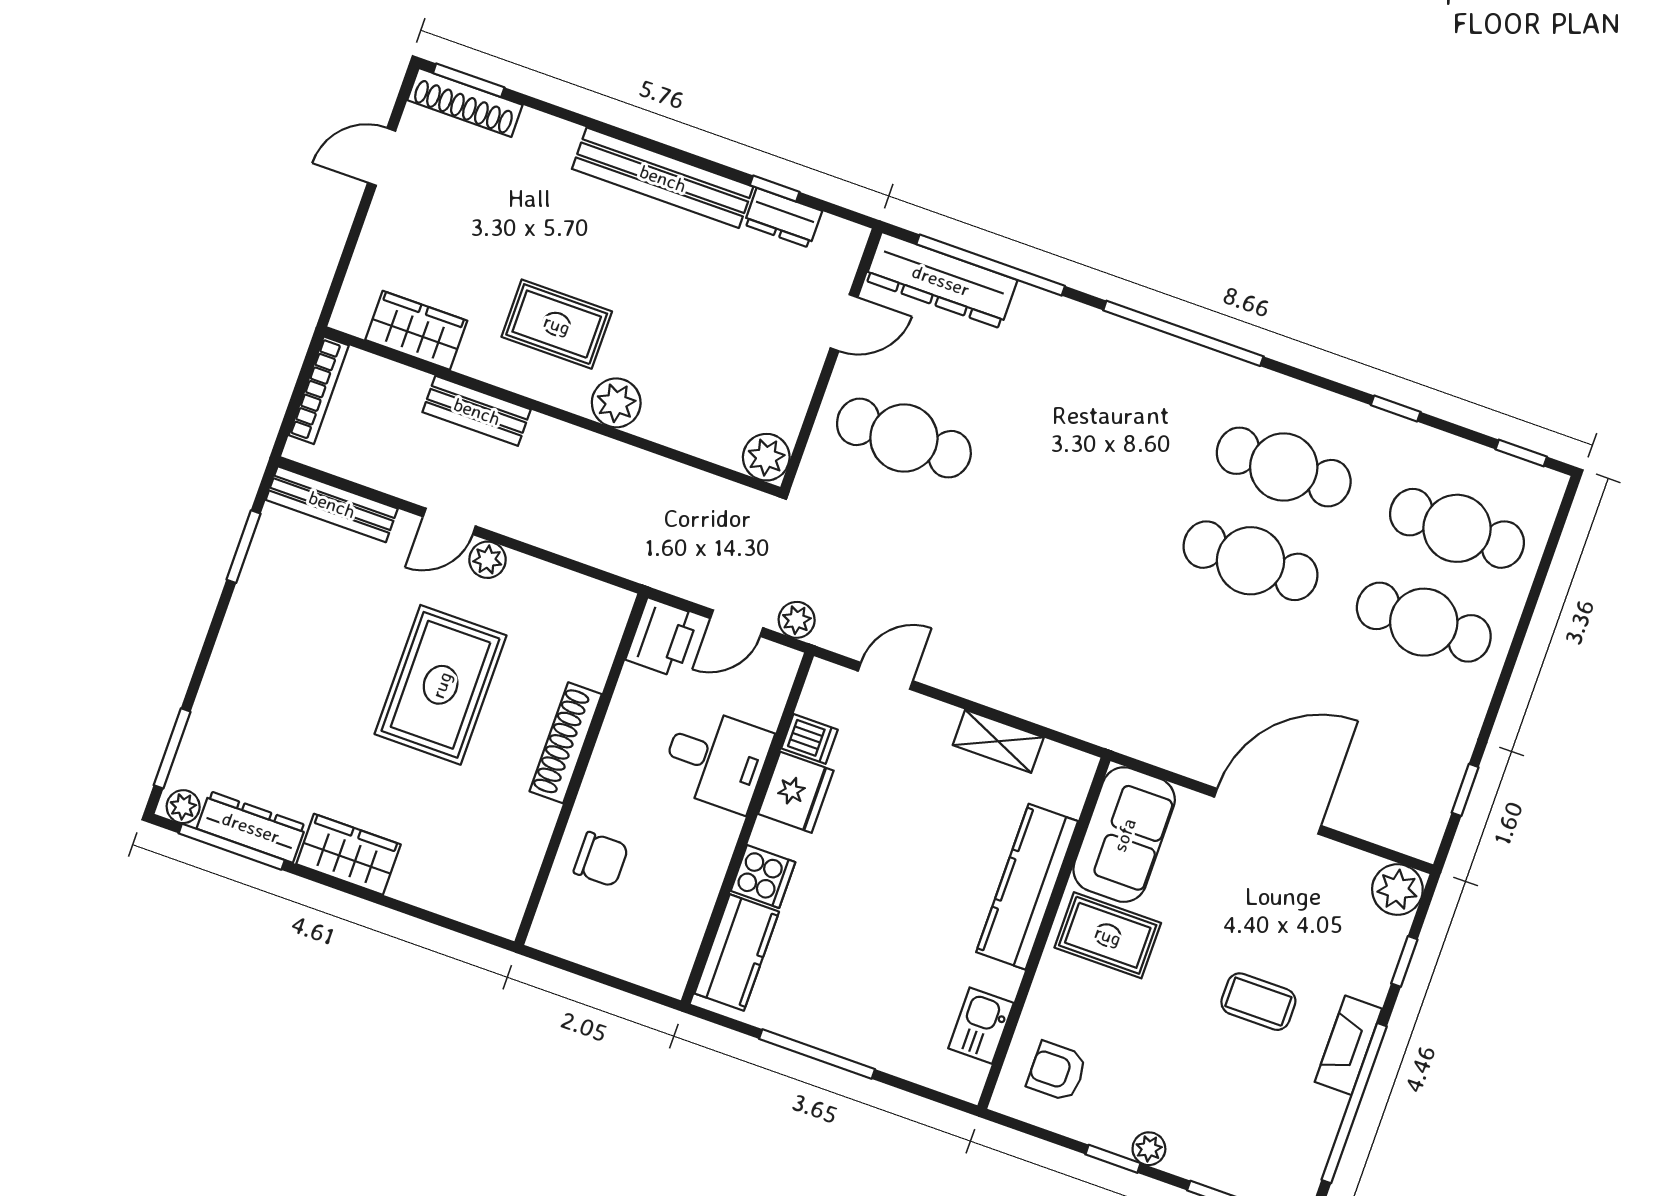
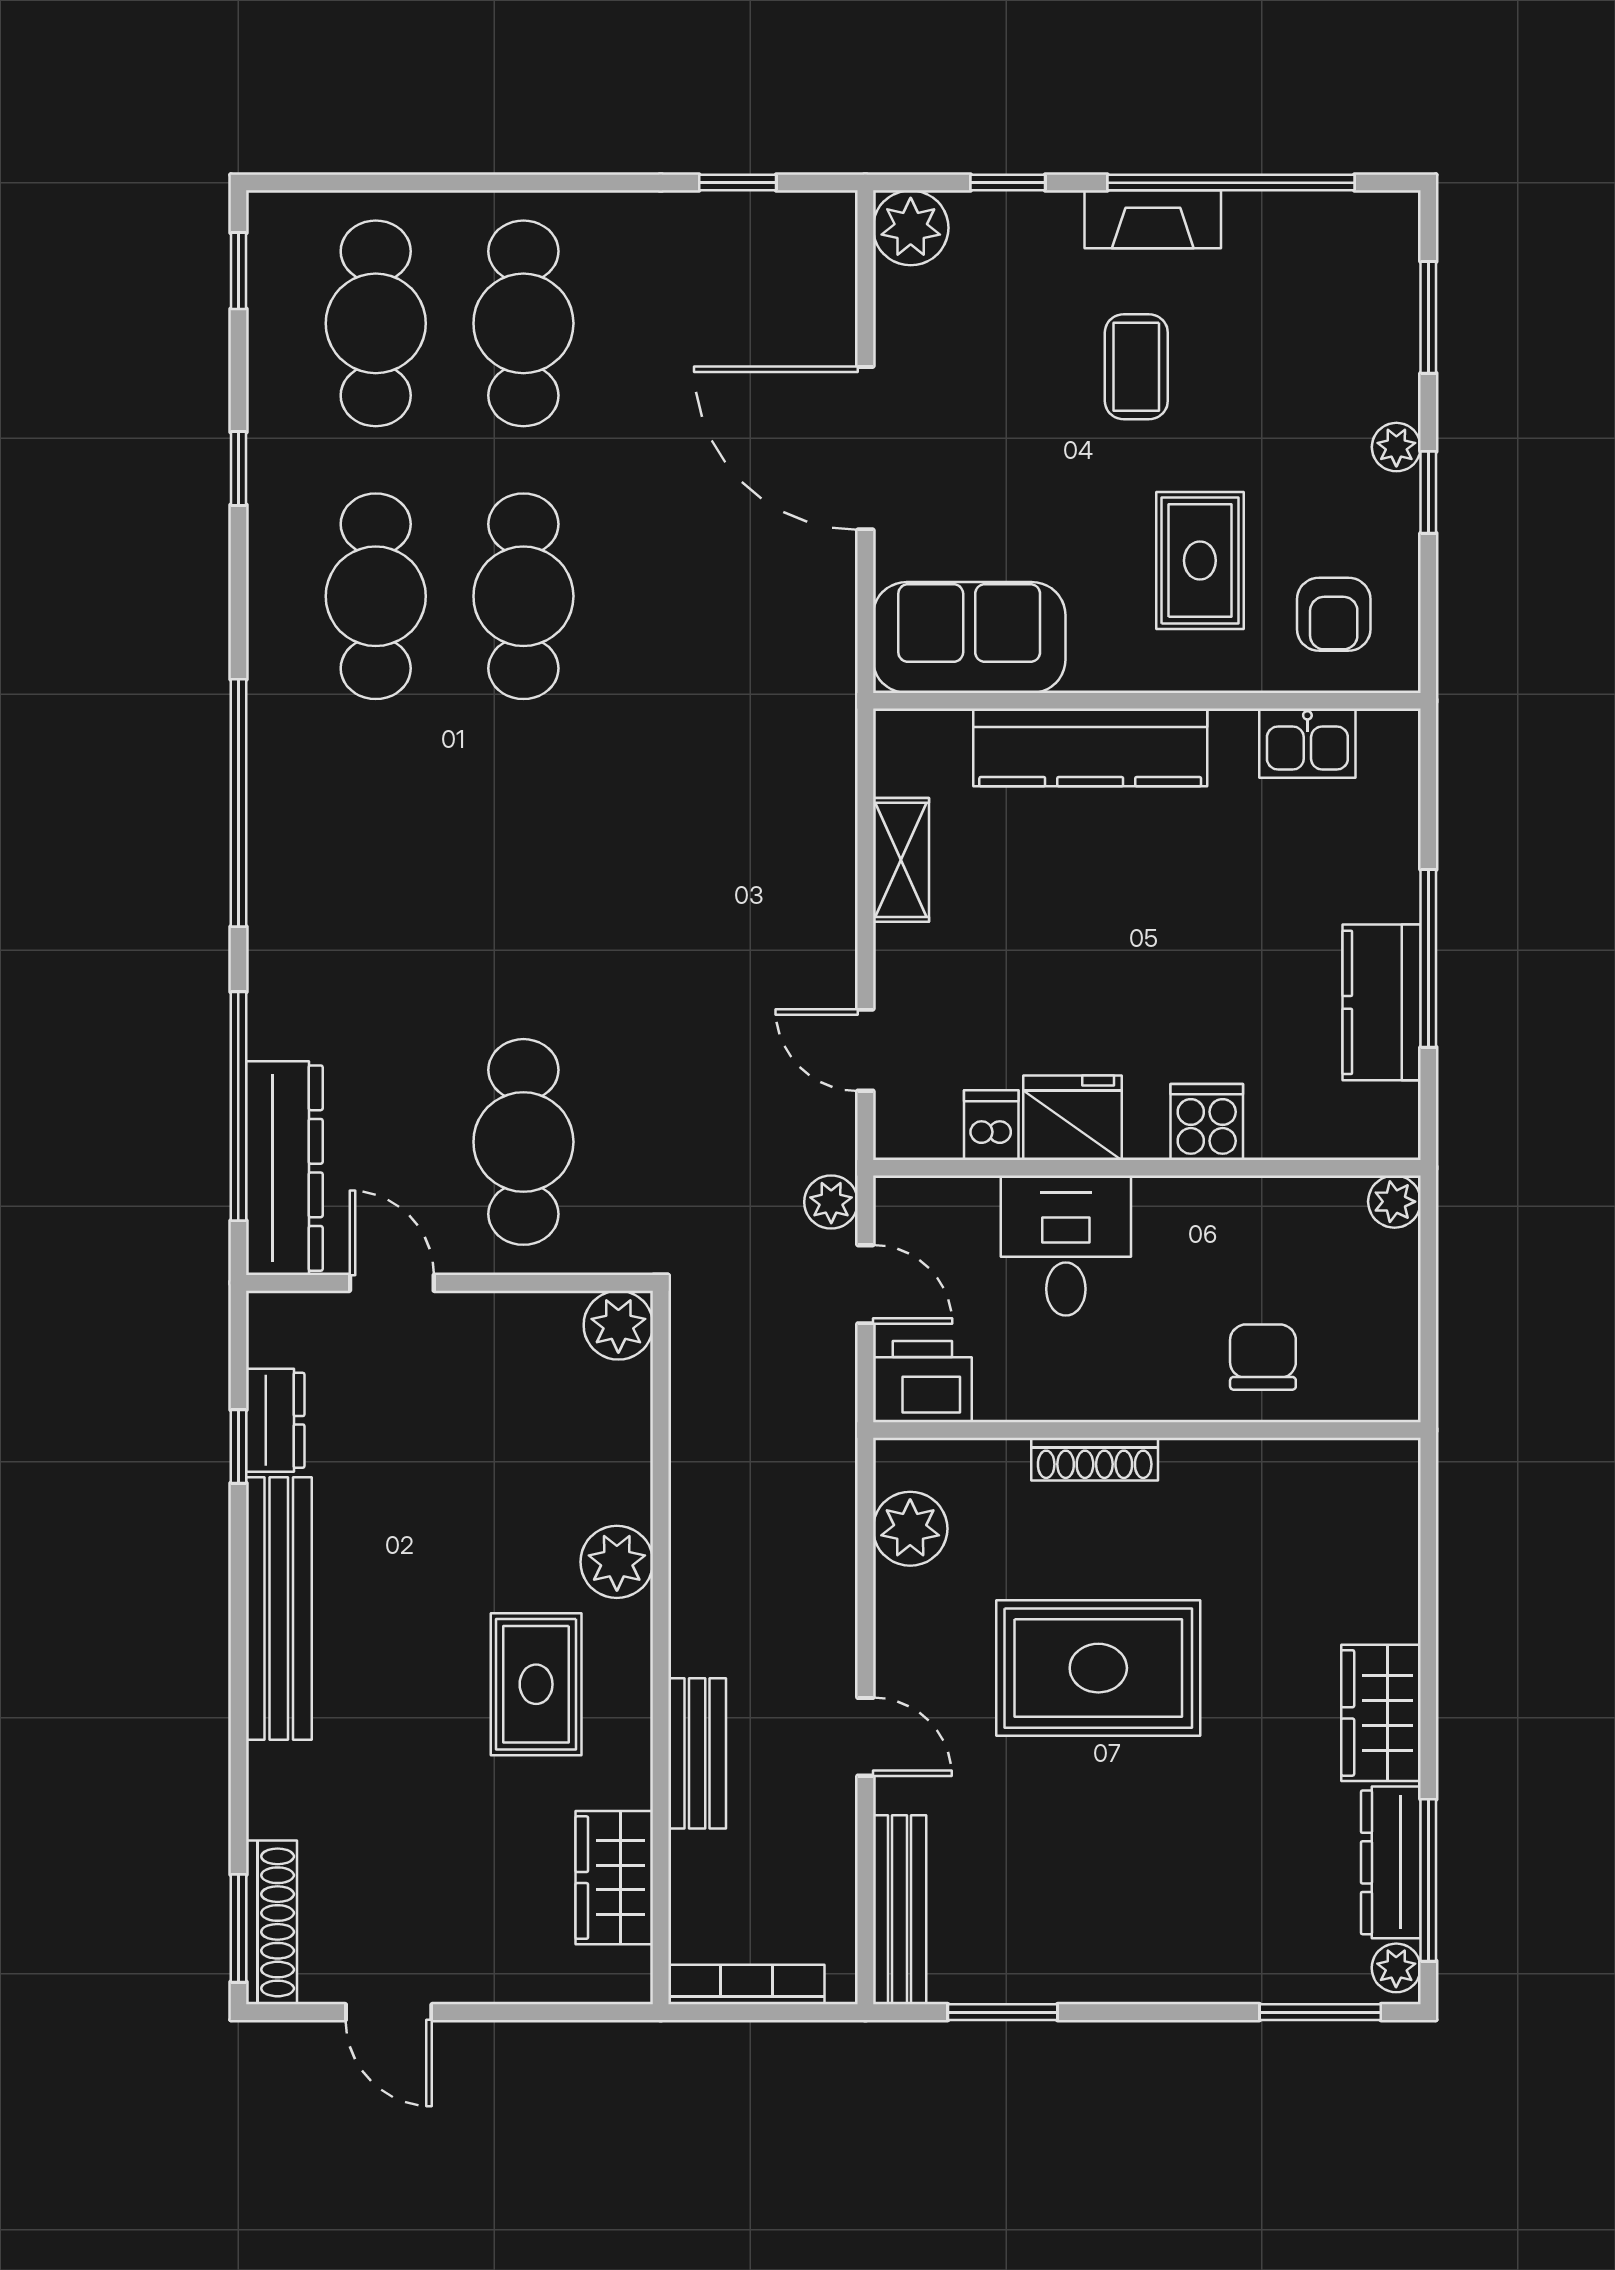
plant: (488, 560) -> (910, 1529), moved, width x1.38, depth x1.38
shoe rack: (566, 743) -> (1095, 1459), width x0.74, depth x0.81
rug: (1108, 935) -> (1200, 561), moved
kitchen counter: (737, 952) -> (1382, 1002), moved, turned -90
plant: (670, 978) -> (1394, 1202), added

